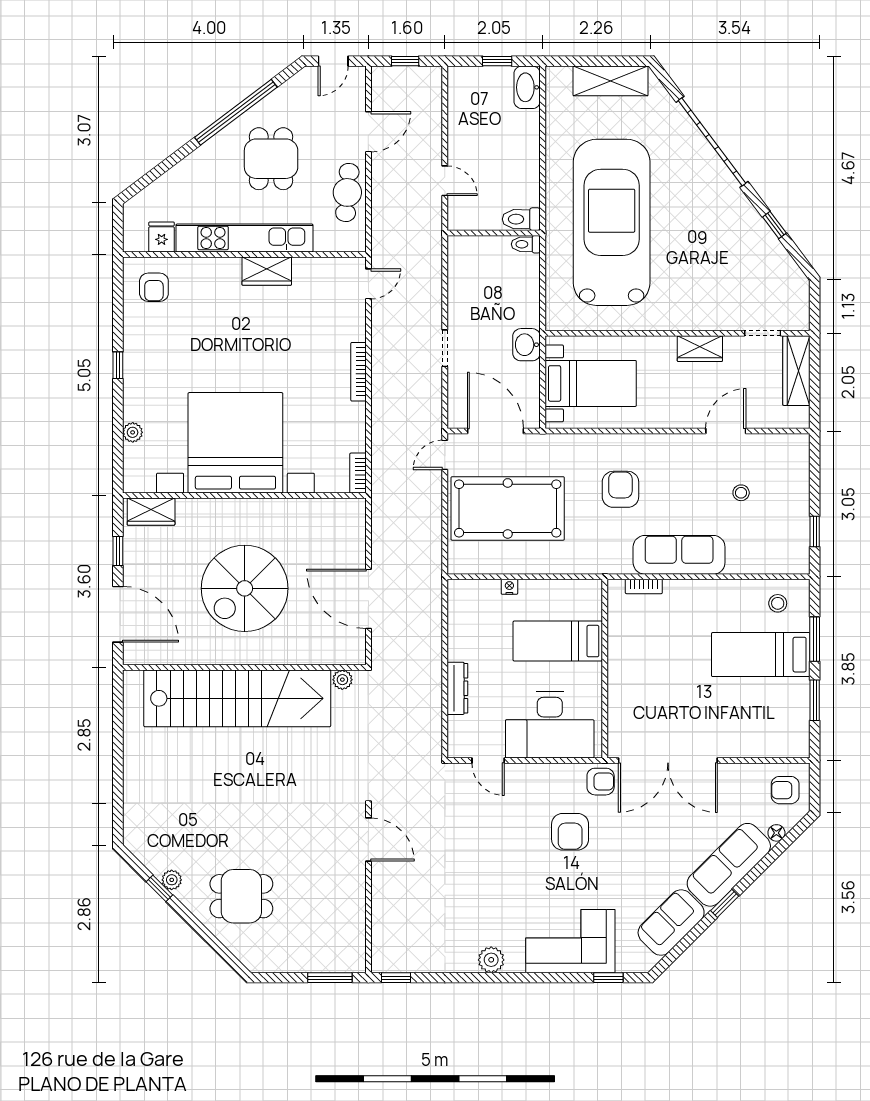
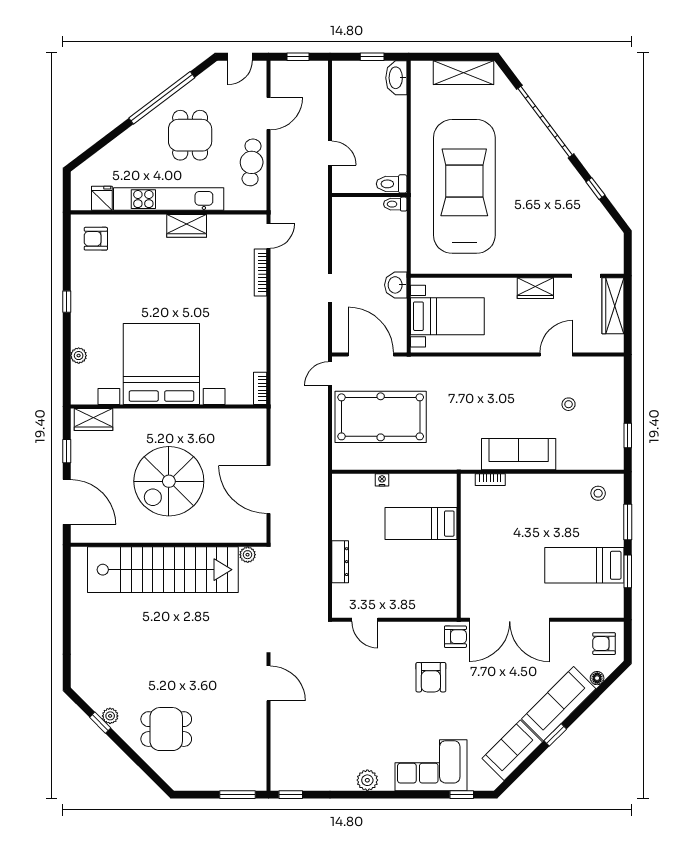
armchair: (154, 287) -> (96, 239), turned 90
bookcase: (358, 372) -> (261, 273), moved
armchair: (620, 489) -> (471, 401), removed
bed: (761, 655) -> (584, 565), moved
desk: (550, 725) -> (415, 591), removed

